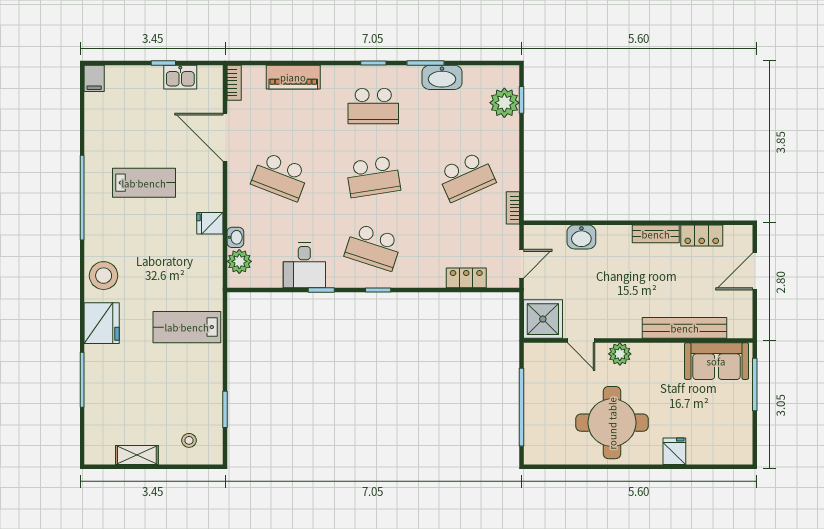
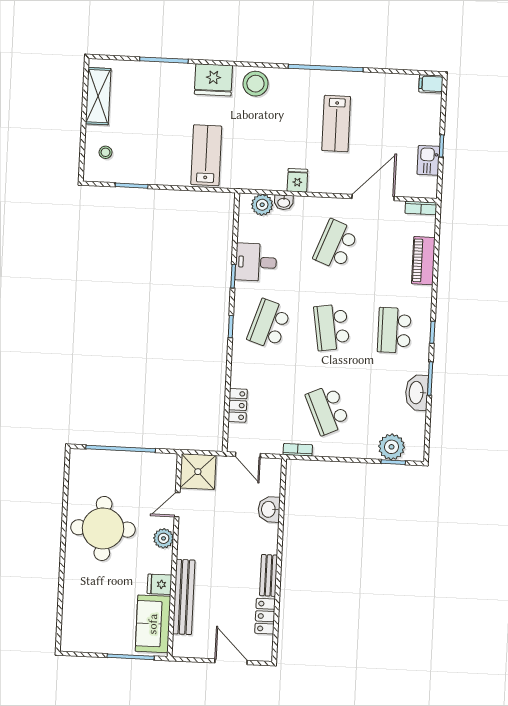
fridge: (674, 451) -> (159, 584), moved, turned 180
shelving: (137, 455) -> (98, 96), width x1.50, depth x1.33

